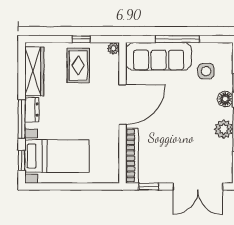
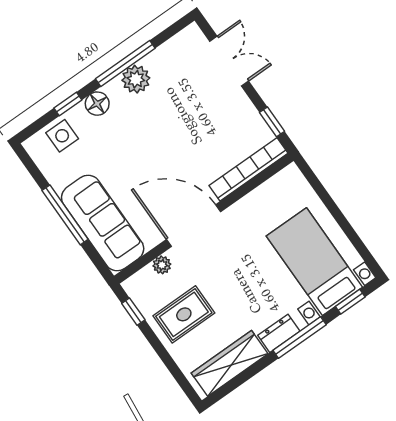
window: (81, 39) -> (133, 312), moved
plant: (113, 48) -> (162, 265), moved
side table: (206, 71) -> (62, 136), moved
double door: (198, 186) -> (229, 61), width x0.73

